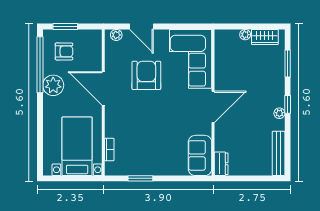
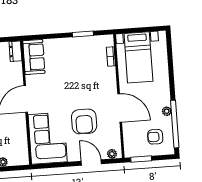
window: (65, 26) -> (141, 159), moved
plant: (53, 85) -> (167, 111), width x0.53, depth x0.53

